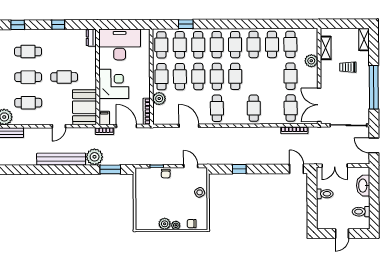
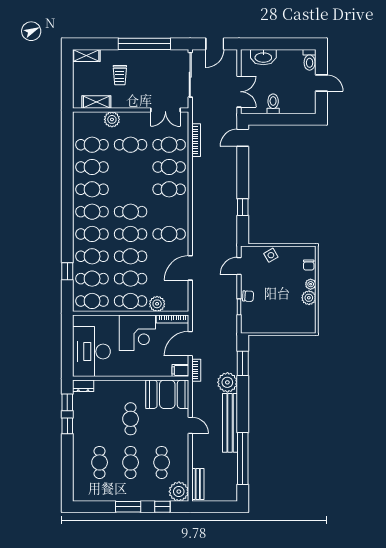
window: (18, 25) -> (67, 402), moved
corner desk: (114, 84) -> (137, 333), moved, turned 180
double door: (319, 105) -> (165, 110), width x0.73
cafe table: (272, 108) -> (169, 167), added
window: (32, 170) -> (243, 459), added
toilet: (361, 212) -> (310, 60), moved

